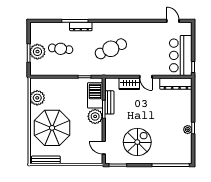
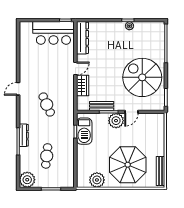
door: (173, 21) -> (18, 89), moved
cafe table: (111, 49) -> (47, 105), width x0.73, depth x0.74
plant: (37, 52) -> (27, 180), moved
barbecue: (95, 95) -> (84, 131), moved, turned -90
spiral stairs: (137, 142) -> (142, 77), width x1.37, depth x1.37
door: (104, 148) -> (131, 112), moved

